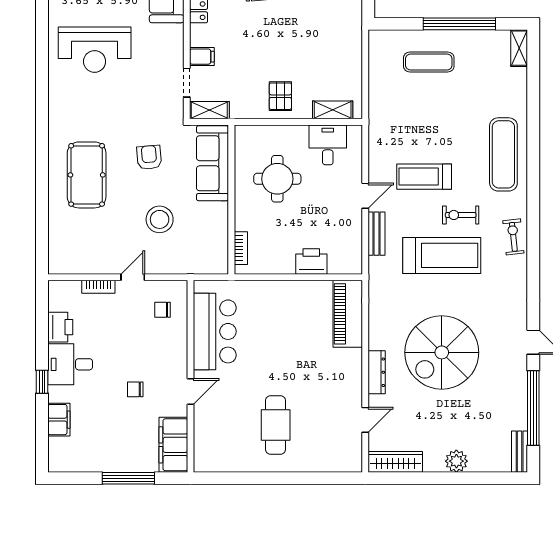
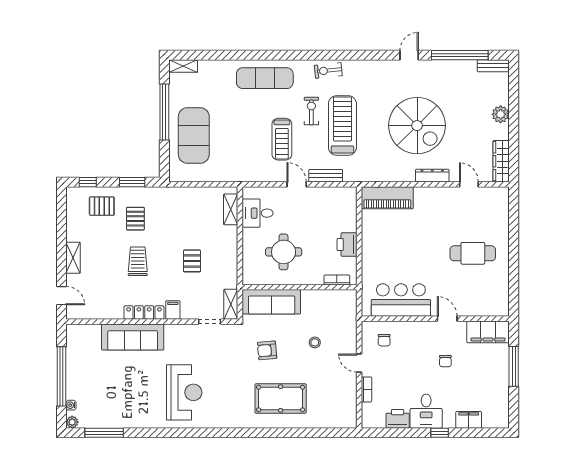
filing cabinet: (202, 57) -> (173, 310), moved
exercise mat: (429, 62) -> (194, 135), width x2.00, depth x1.45
pallet: (280, 96) -> (192, 261), moved, turned 90
exercise bike: (461, 215) -> (311, 111), turned 180
stool: (160, 219) -> (315, 342), width x0.53, depth x0.53
printer: (311, 261) -> (347, 245), moved

